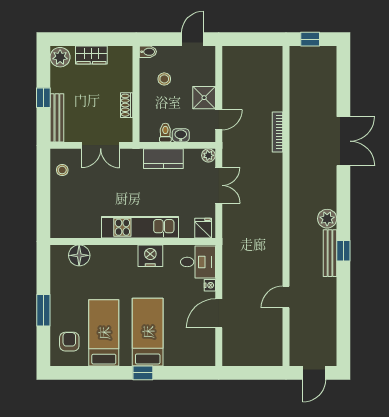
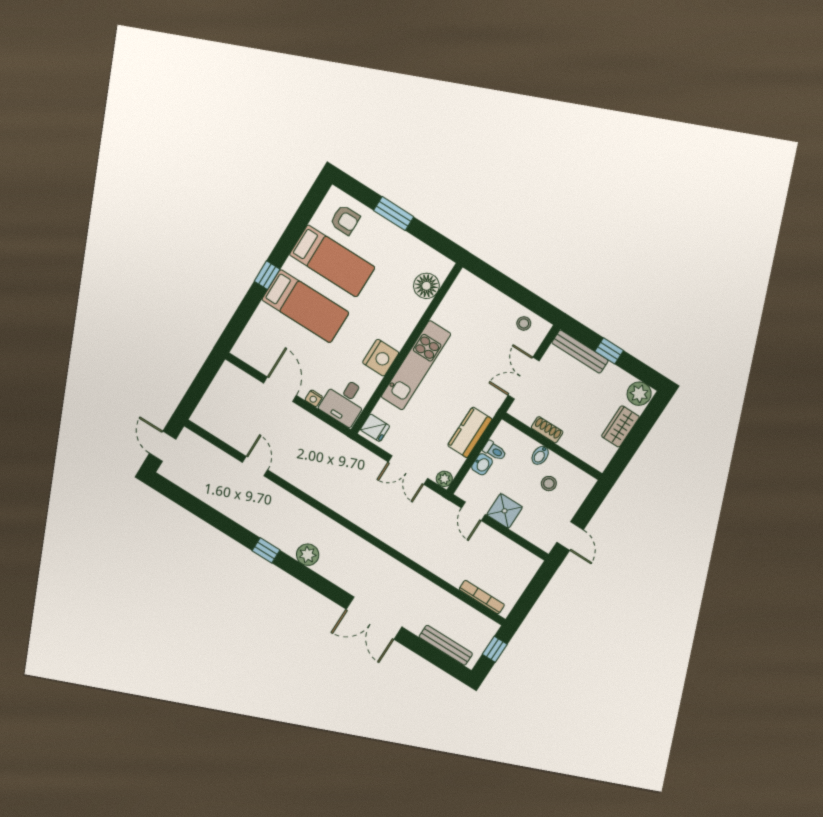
bidet: (148, 52) -> (540, 455), moved
bookcase: (278, 132) -> (482, 597), moved
bench: (330, 253) -> (446, 645), moved

